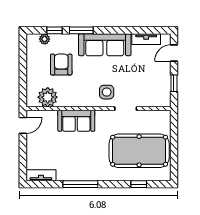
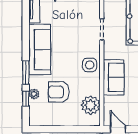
plant: (45, 39) -> (34, 94), moved
side table: (107, 92) -> (90, 65), moved

